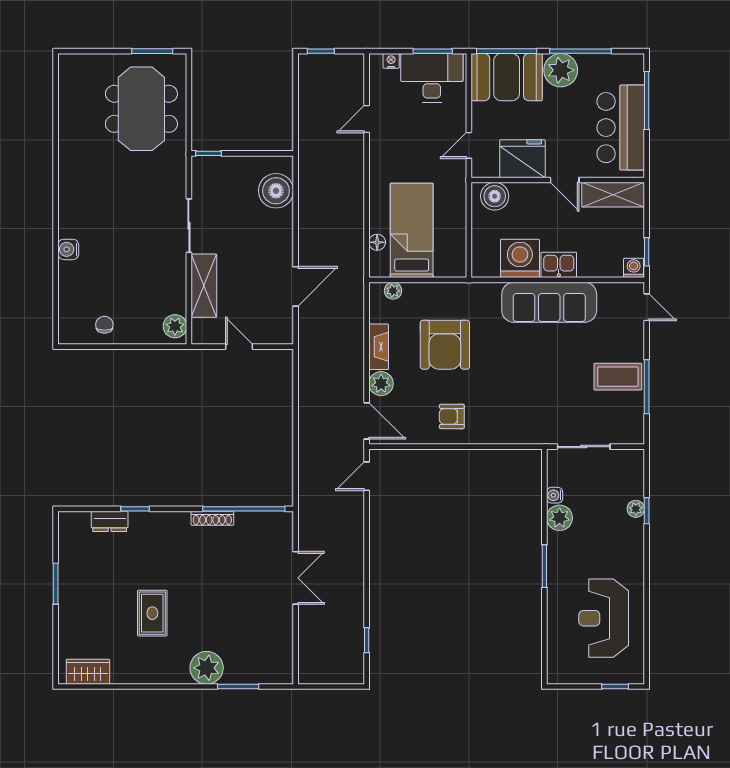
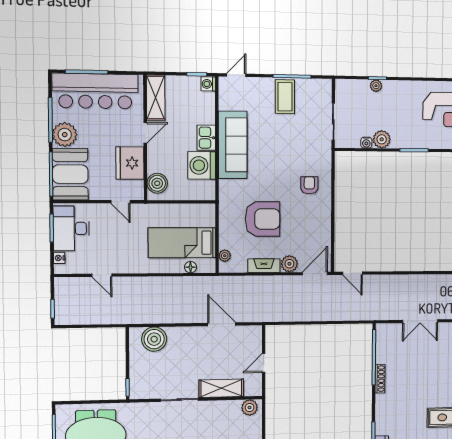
bar counter: (621, 128) -> (95, 91), width x1.36
armchair: (452, 416) -> (309, 185), moved, turned 180
double door: (296, 578) -> (420, 321), swing flipped

